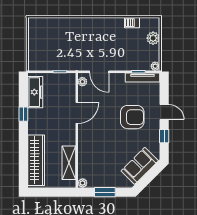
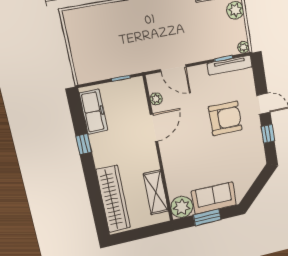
plant: (82, 82) -> (156, 99), moved
sofa: (140, 166) -> (214, 198), moved, turned 45
plant: (83, 183) -> (182, 207), width x1.88, depth x1.88

